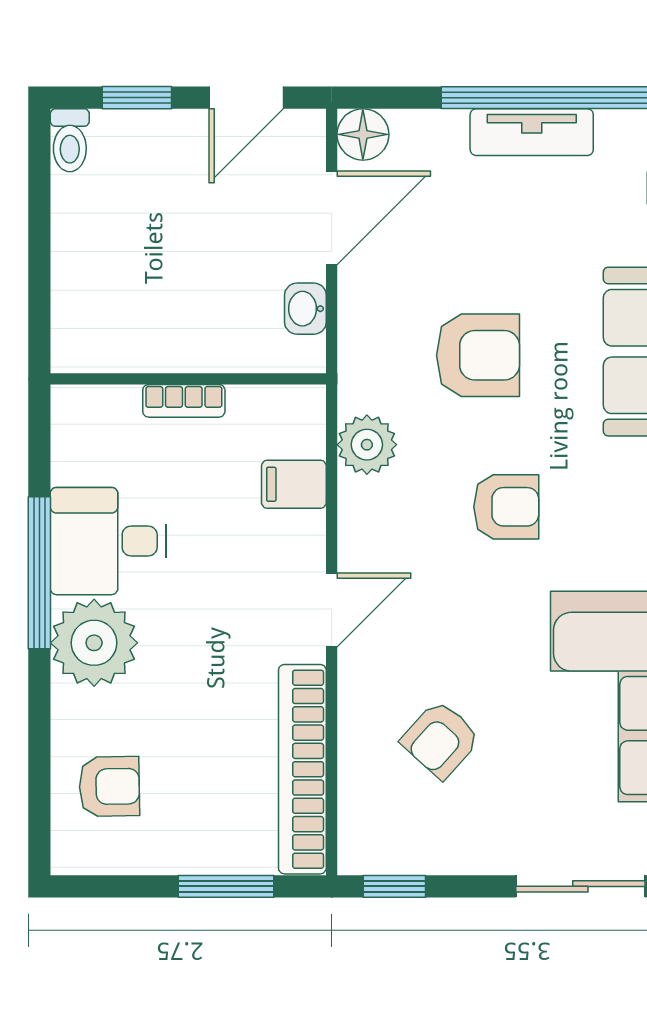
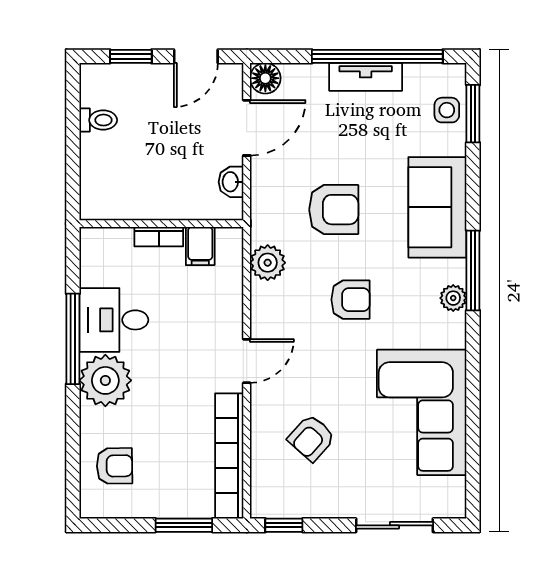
toilet: (70, 140) -> (98, 120), moved, turned -90
filing cabinet: (294, 484) -> (200, 246), moved, turned -90

